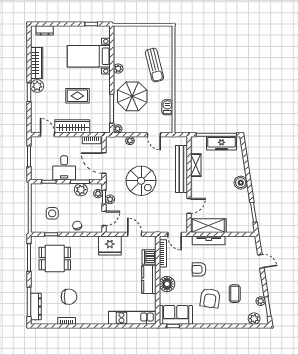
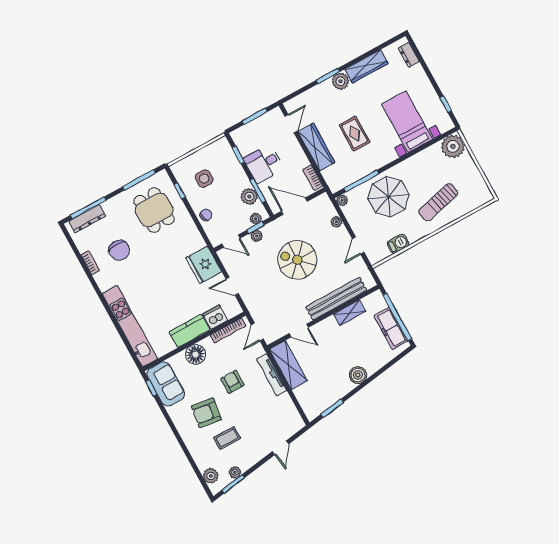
plant: (118, 69) -> (453, 146), moved, width x1.88, depth x1.88
door: (104, 163) -> (294, 206), hinge flipped
spiral stairs: (141, 181) -> (297, 260), turned 90
door: (135, 234) -> (232, 286), swing flipped
kitchen unit: (132, 318) -> (130, 326), width x1.36

